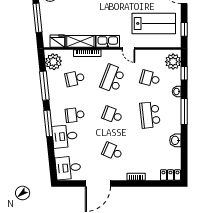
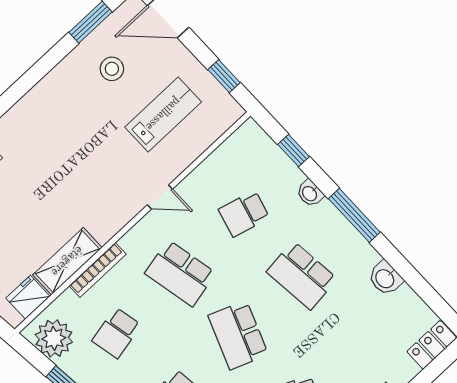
lab bench: (154, 23) -> (163, 114), width x0.73, depth x0.72
kitchen sink: (108, 41) -> (114, 218), removed
plant: (173, 62) -> (256, 148), removed
school desk: (112, 78) -> (180, 273), turned -33
school desk: (112, 115) -> (238, 335), width x1.85

